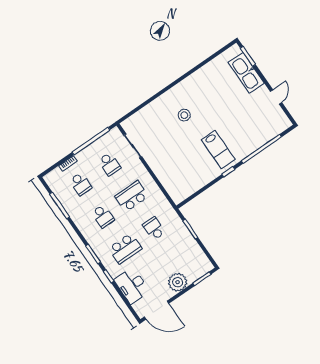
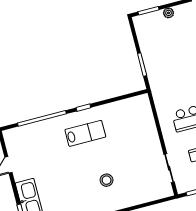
lab bench: (218, 150) -> (85, 133), turned 90
school desk: (154, 228) -> (178, 78), removed
plant: (178, 282) -> (169, 13), width x0.53, depth x0.53

